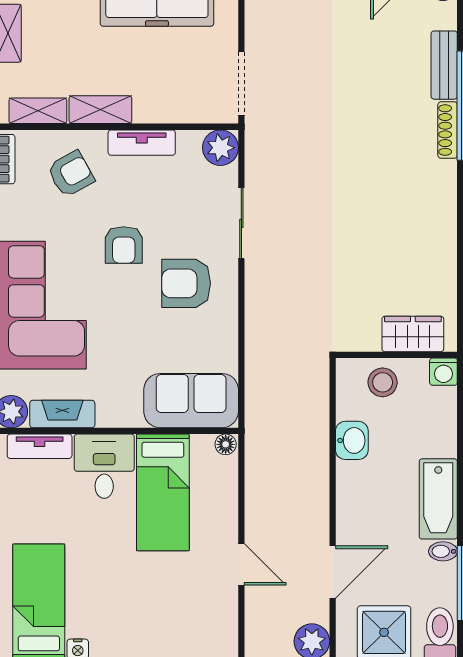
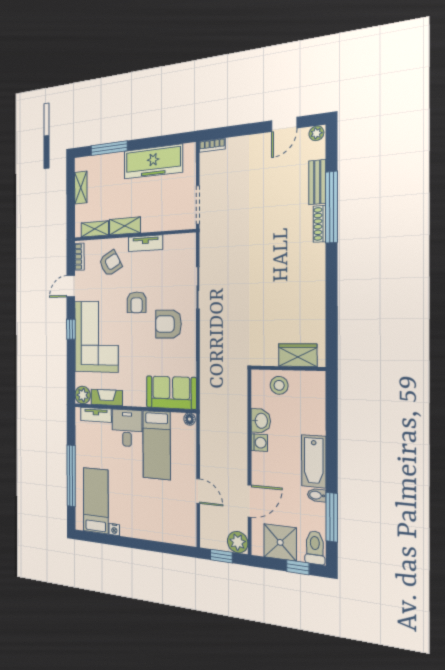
plant: (220, 148) -> (186, 244), removed
washing machine: (443, 372) -> (259, 443), moved, turned -90

